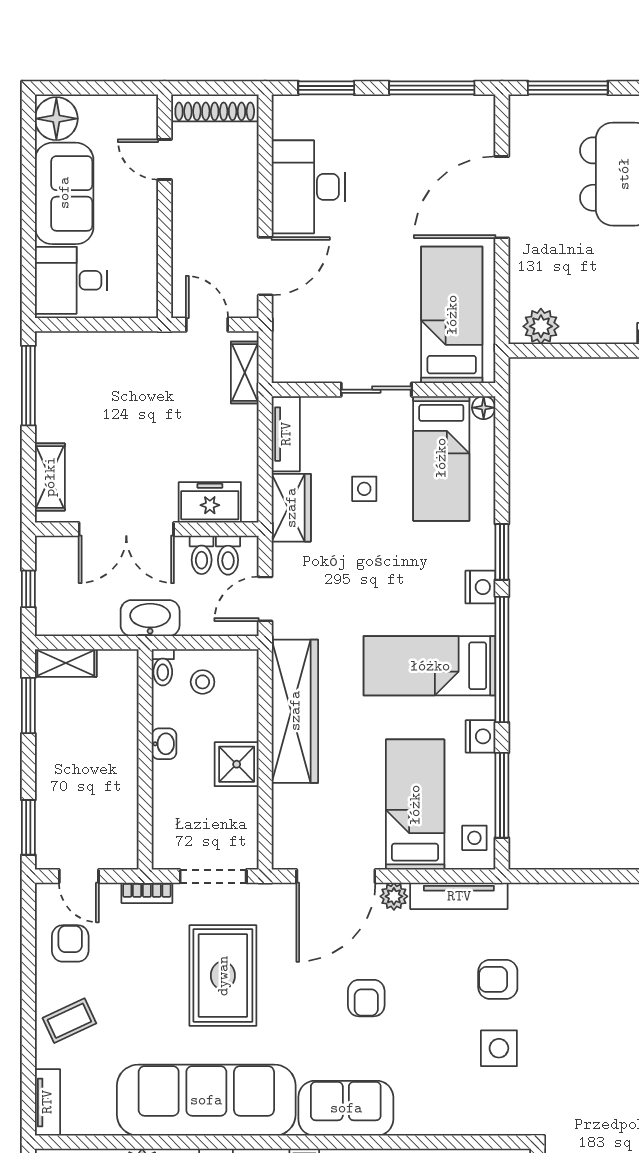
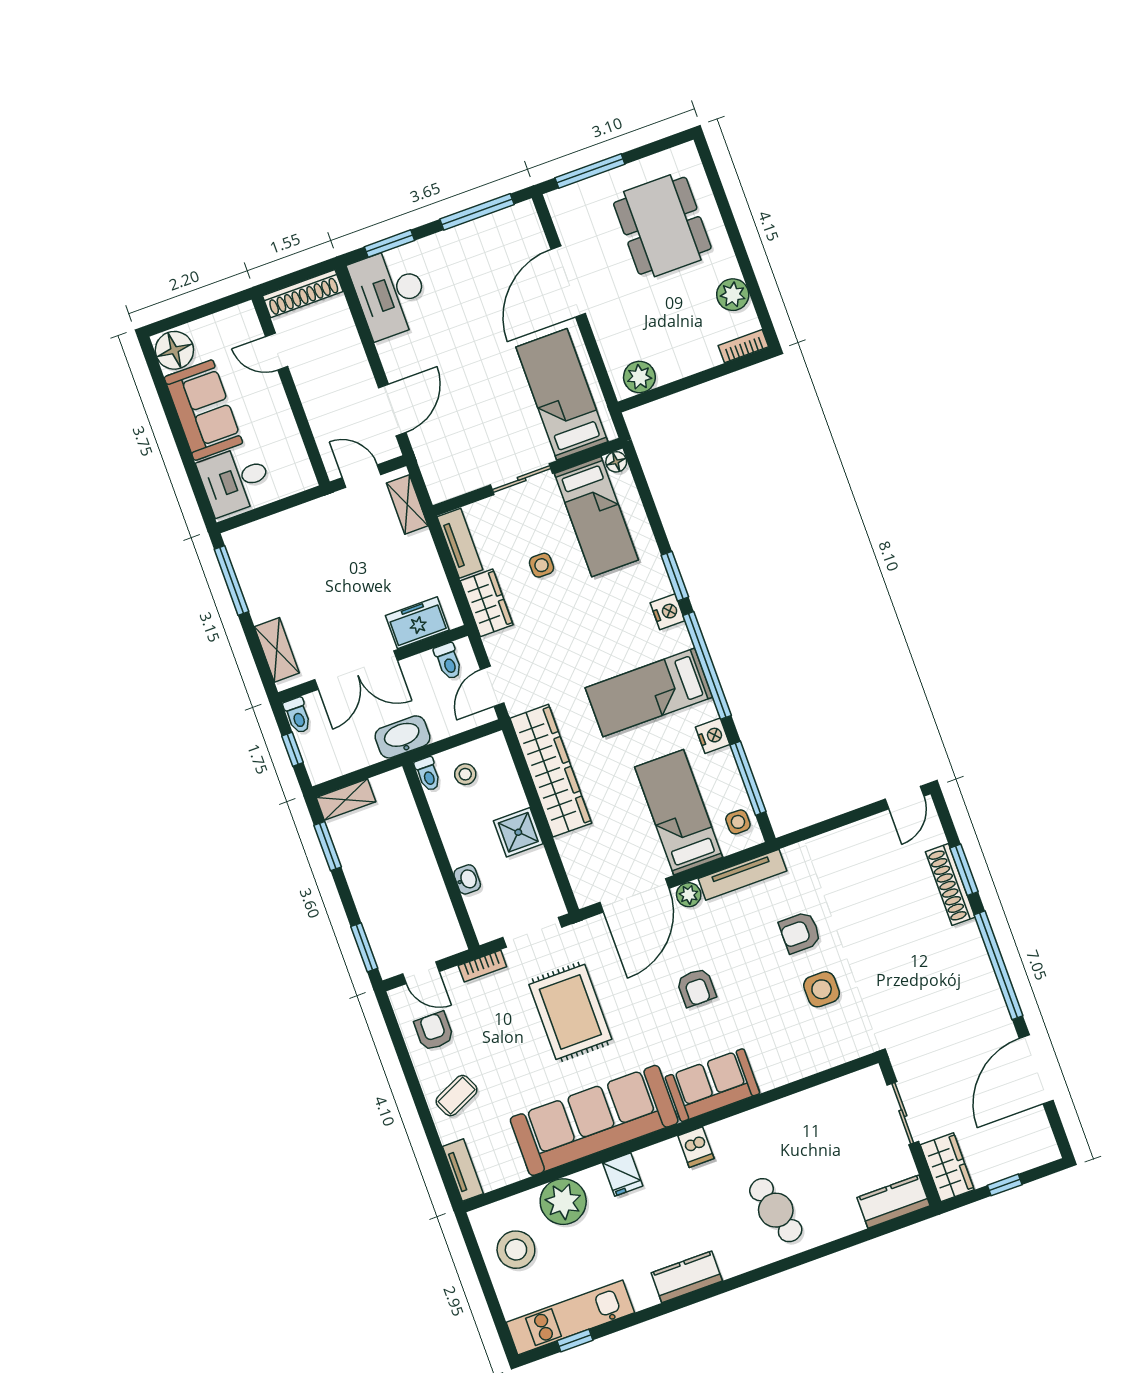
desk: (308, 187) -> (390, 293), moved
toilet: (202, 555) -> (298, 715), moved
washbasin: (164, 744) -> (467, 879), moved

